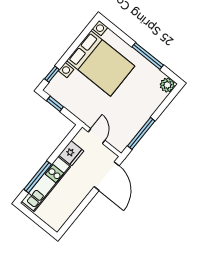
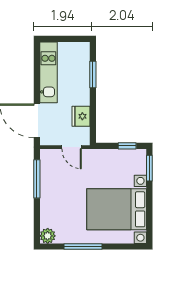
window: (52, 74) -> (149, 168), width x1.50
window: (38, 177) -> (93, 75), width x0.69
kitchen unit: (46, 184) -> (48, 72), moved, turned 180

